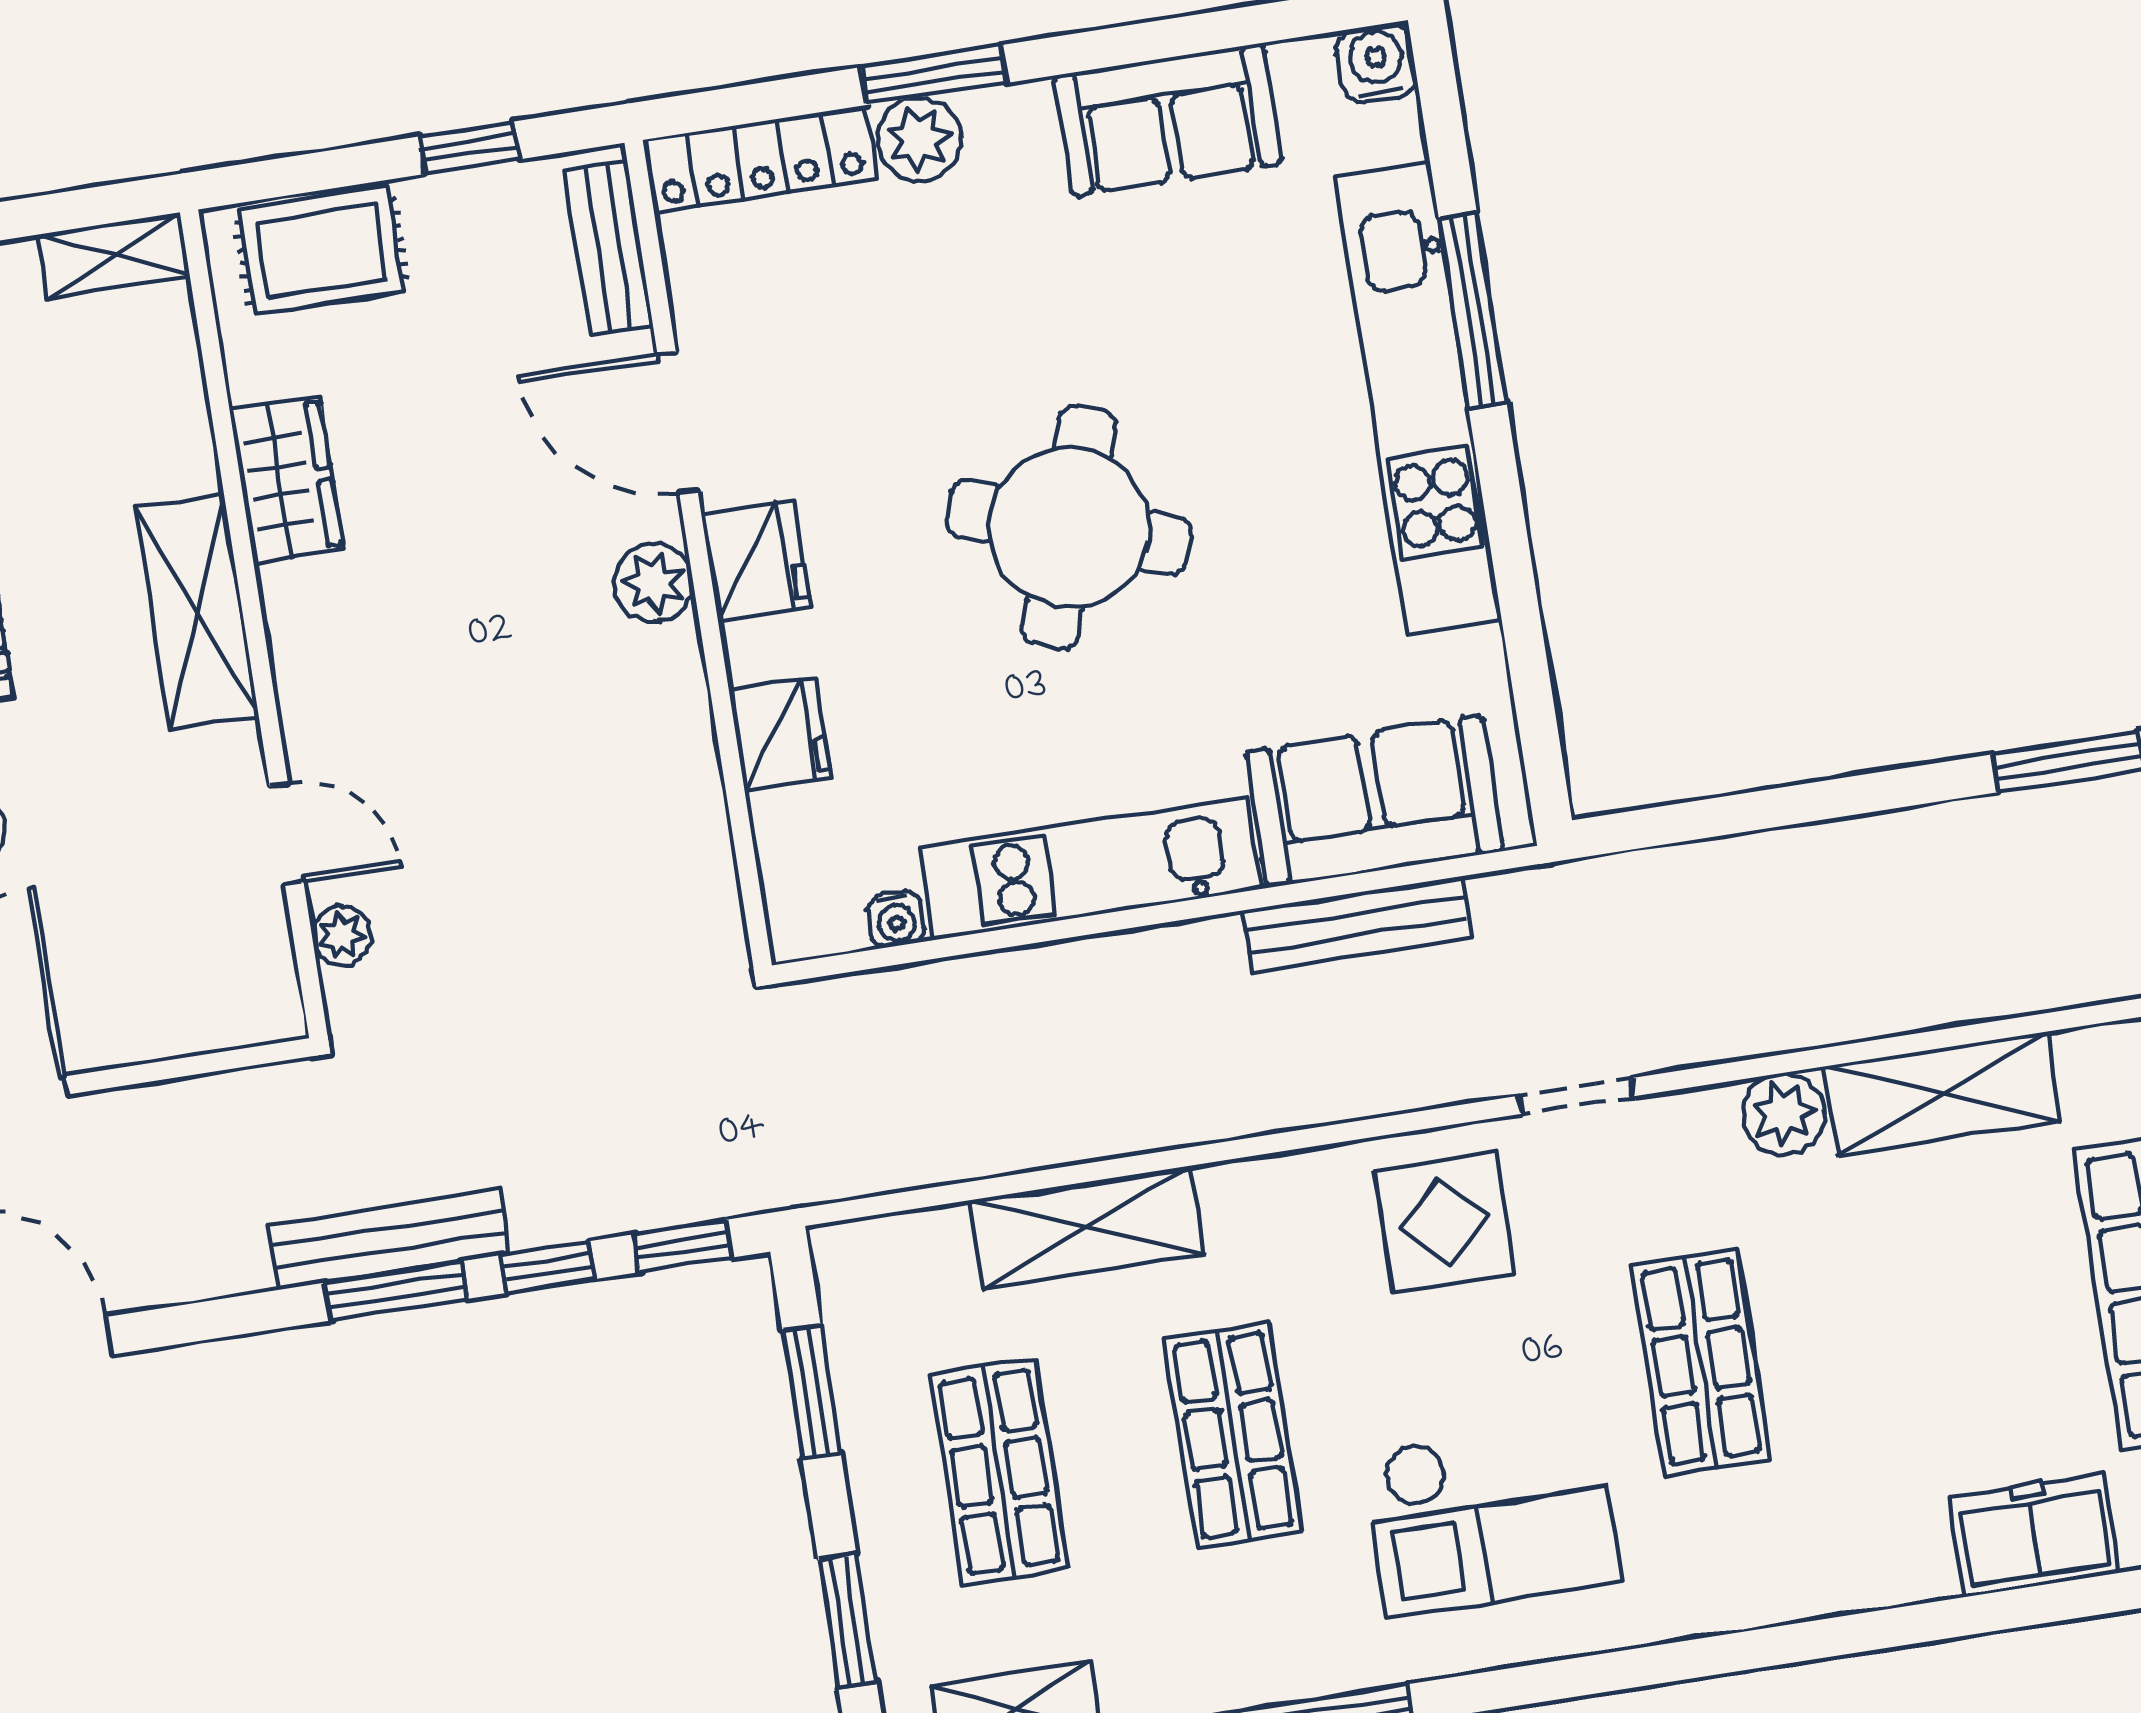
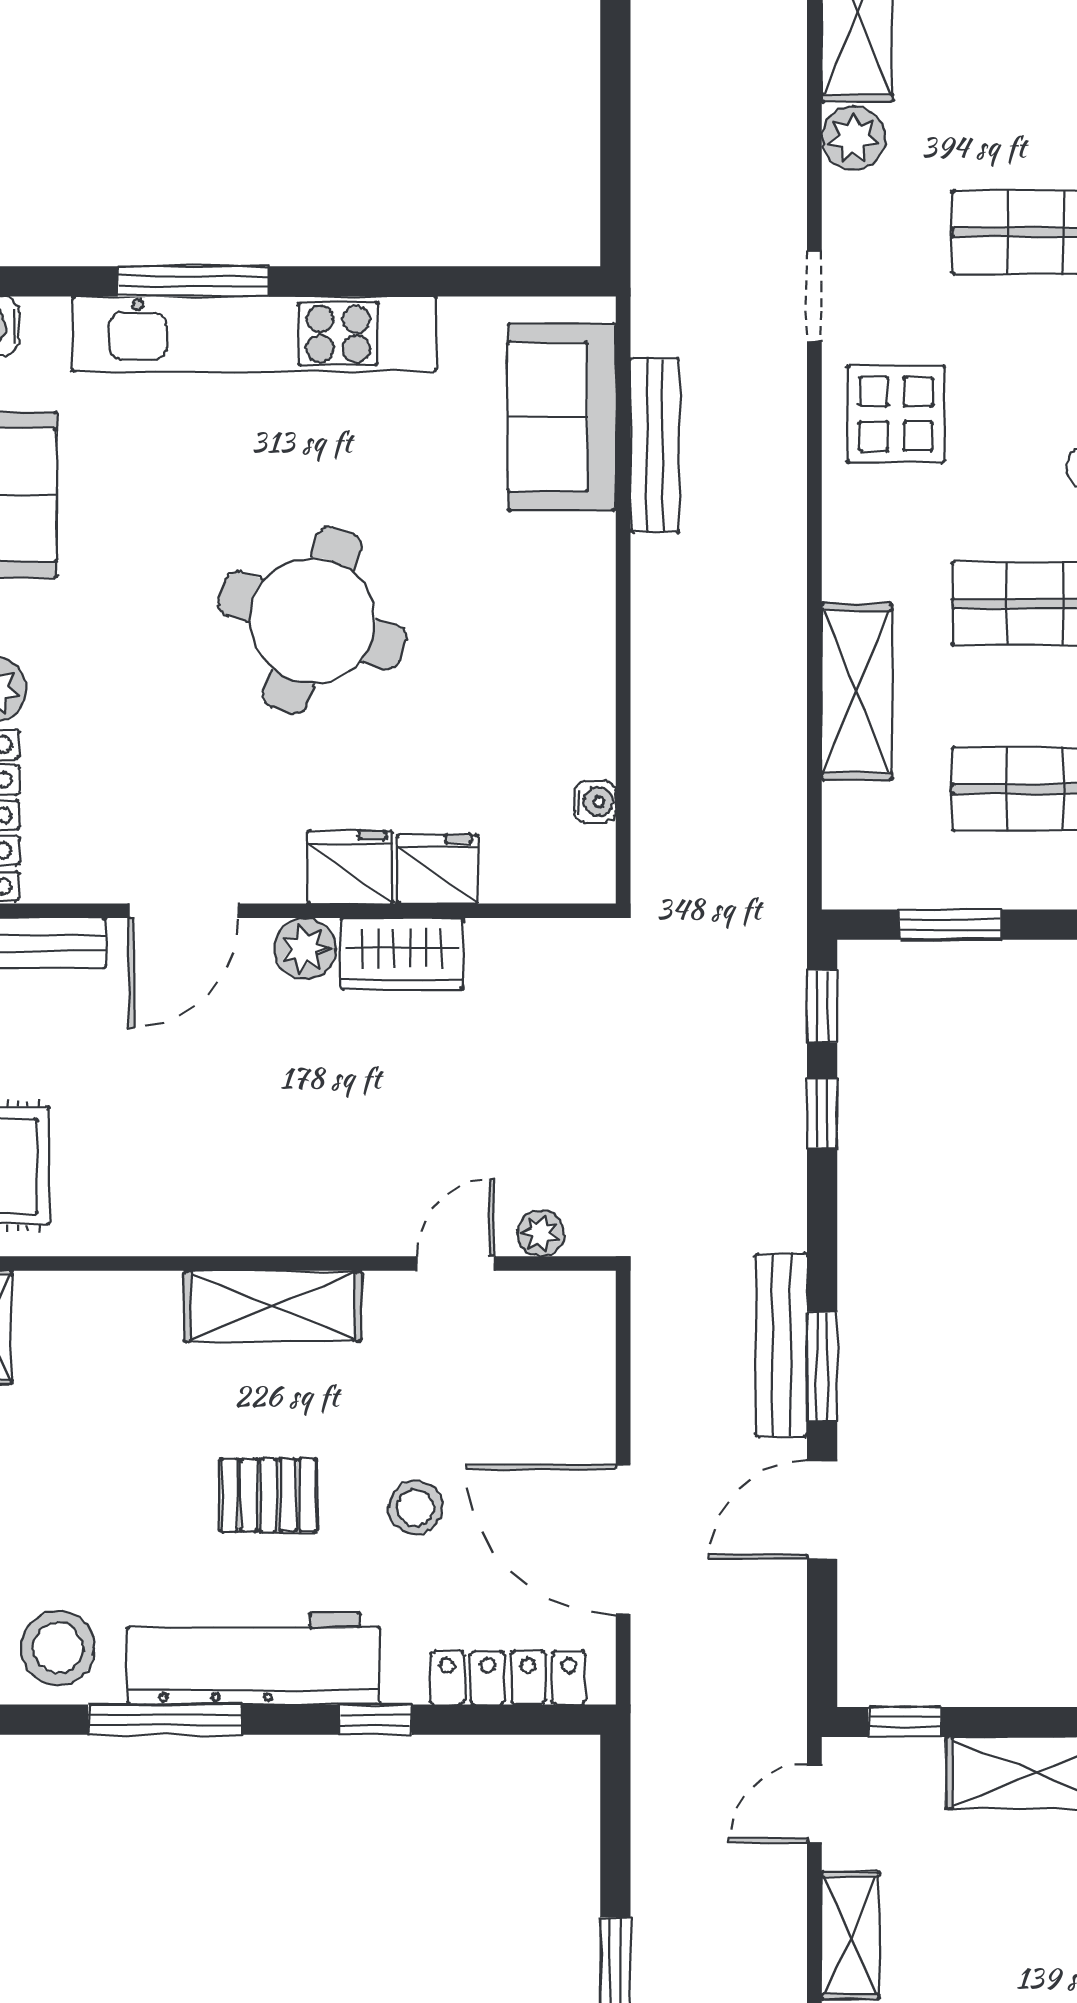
wardrobe: (286, 480) -> (402, 954), moved, turned 180
fridge: (755, 560) -> (350, 867), moved
kitchen unit: (1090, 868) -> (579, 646), removed
bench: (389, 1240) -> (782, 1345), moved
window: (397, 1291) -> (822, 1366), moved

